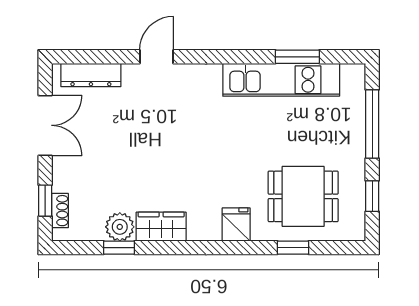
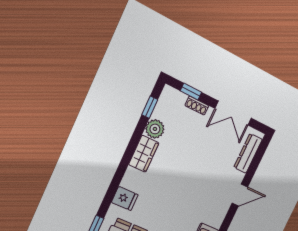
door: (157, 57) -> (240, 195), hinge flipped
shoe rack: (60, 211) -> (197, 106), moved
window: (119, 248) -> (150, 107), moved

